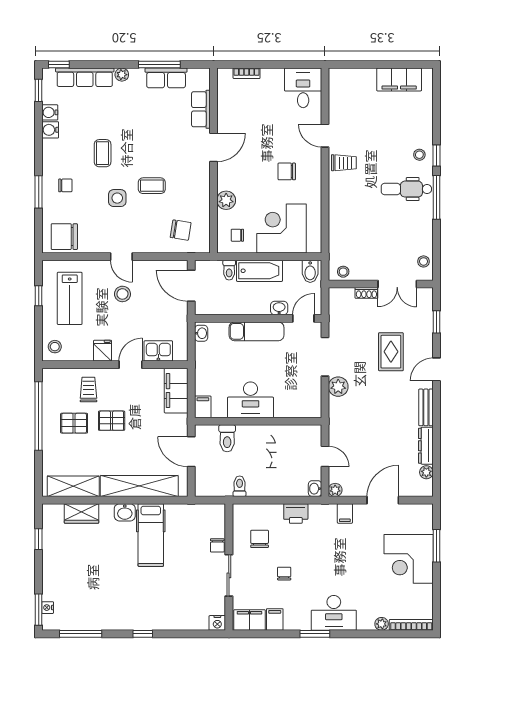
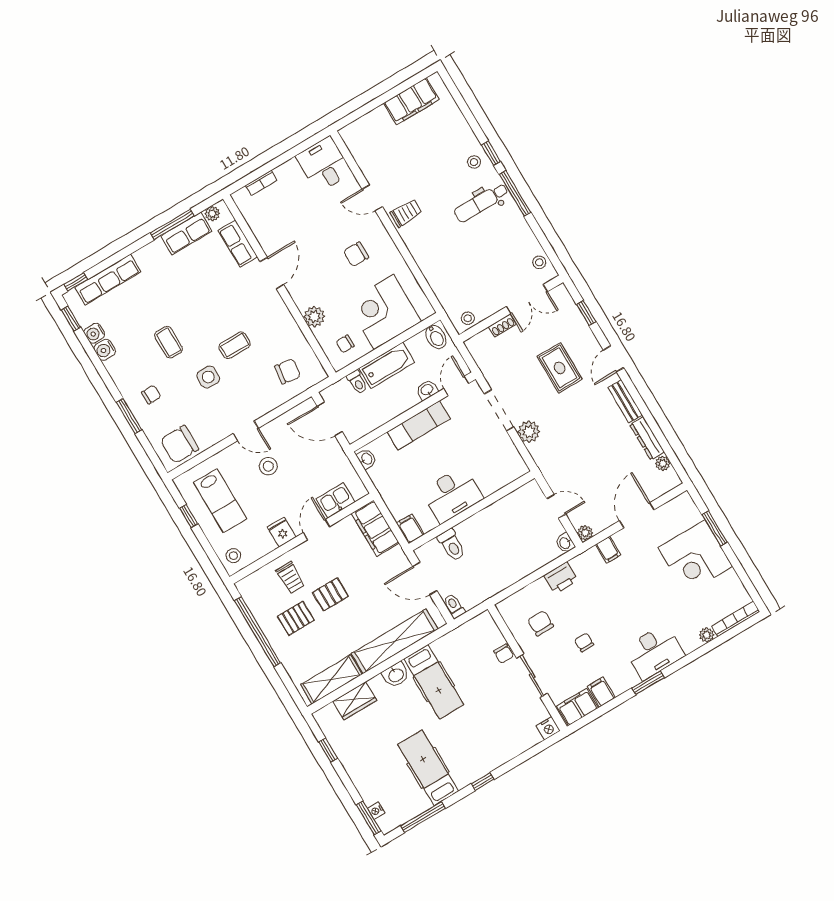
plant: (122, 75) -> (212, 214), moved
trolley: (88, 390) -> (290, 578), turned 180
toilet: (240, 486) -> (454, 606), moved
hospital bed: (107, 598) -> (428, 768), added

